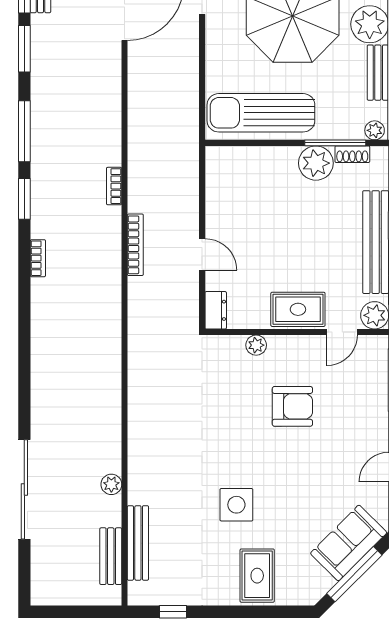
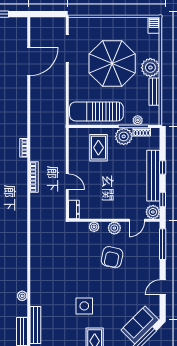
plant: (375, 130) -> (138, 120), moved
rug: (298, 309) -> (98, 148), moved, turned 90
plant: (297, 348) -> (114, 228), added
armchair: (292, 406) -> (112, 257), turned 102

